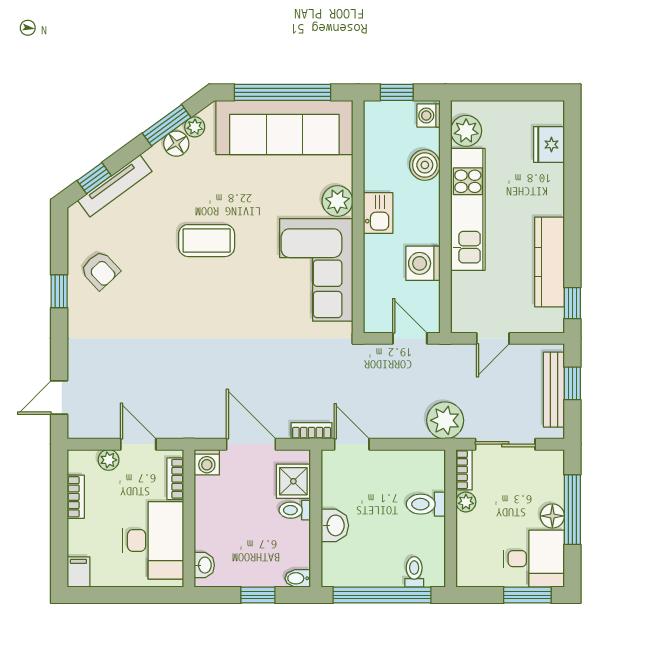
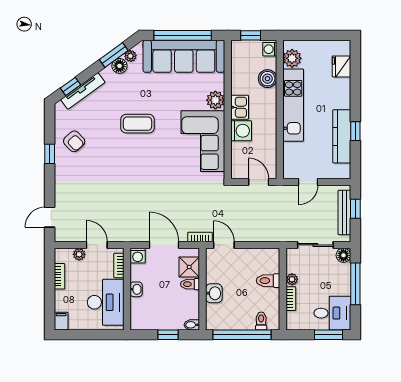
washing machine: (423, 263) -> (241, 131), moved, turned 180
window: (572, 303) -> (355, 131), moved
plant: (445, 420) -> (280, 231), removed
bookcase: (464, 470) -> (291, 299), moved
floor lamp: (552, 516) -> (343, 255), moved
washbasin: (204, 565) -> (136, 289), moved

